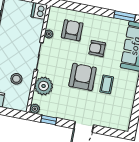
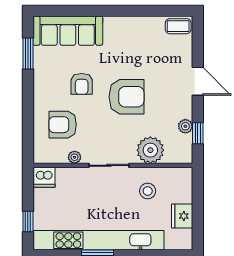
armchair: (83, 77) -> (126, 97), turned 180
coffee table: (107, 84) -> (178, 26), moved
plant: (35, 109) -> (185, 126), moved

